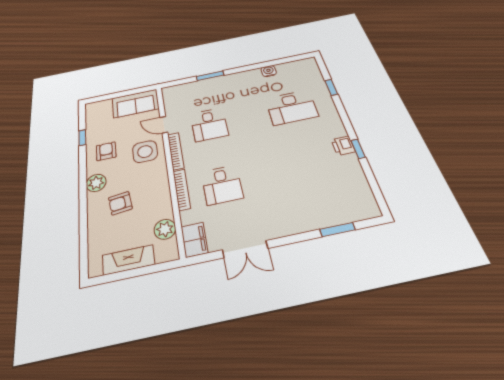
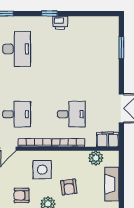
window: (358, 149) -> (49, 14), moved
side table: (145, 152) -> (42, 170), moved

